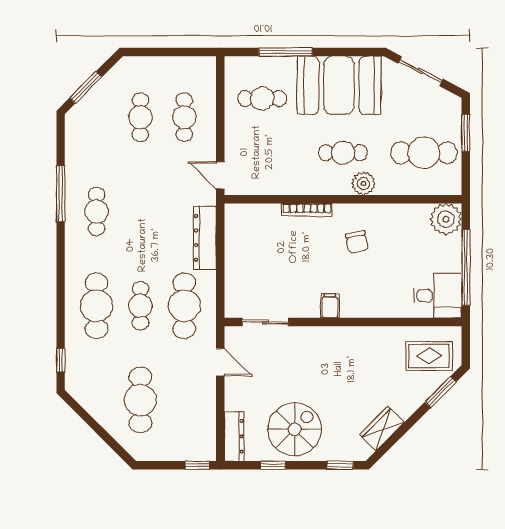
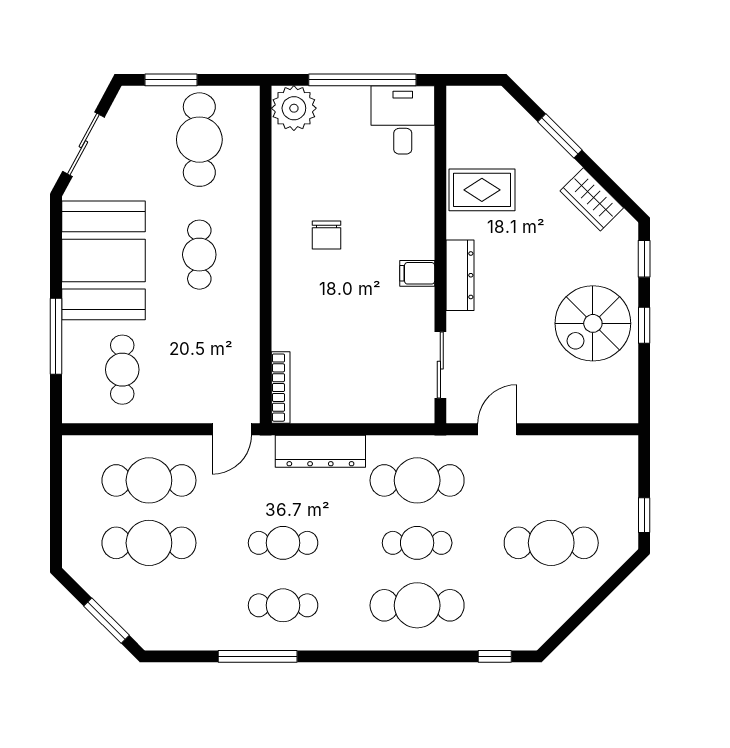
cafe table: (140, 117) -> (149, 543), width x1.37, depth x1.35
cafe table: (184, 117) -> (149, 480), width x1.37, depth x1.35
plant: (363, 183) -> (243, 226), removed
bookcase: (307, 210) -> (281, 388), moved
cafe table: (140, 211) -> (283, 543), added
chair: (357, 242) -> (327, 235), turned 101
rug: (429, 356) -> (482, 190), moved, turned 90
window: (441, 392) -> (560, 136), moved
spiral stairs: (295, 429) -> (593, 323), turned -90
dresser: (234, 436) -> (460, 275), moved, turned 90
window: (197, 465) -> (644, 515), moved
window: (273, 465) -> (644, 325), moved

